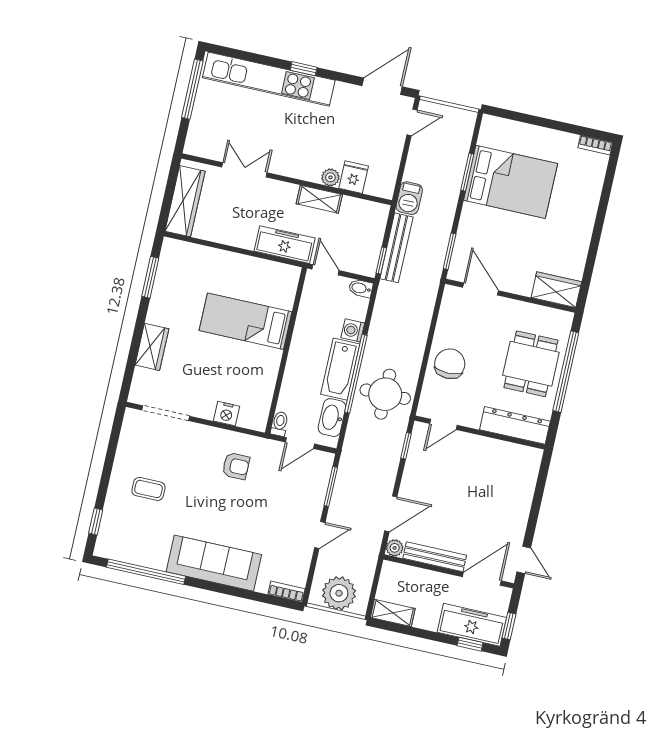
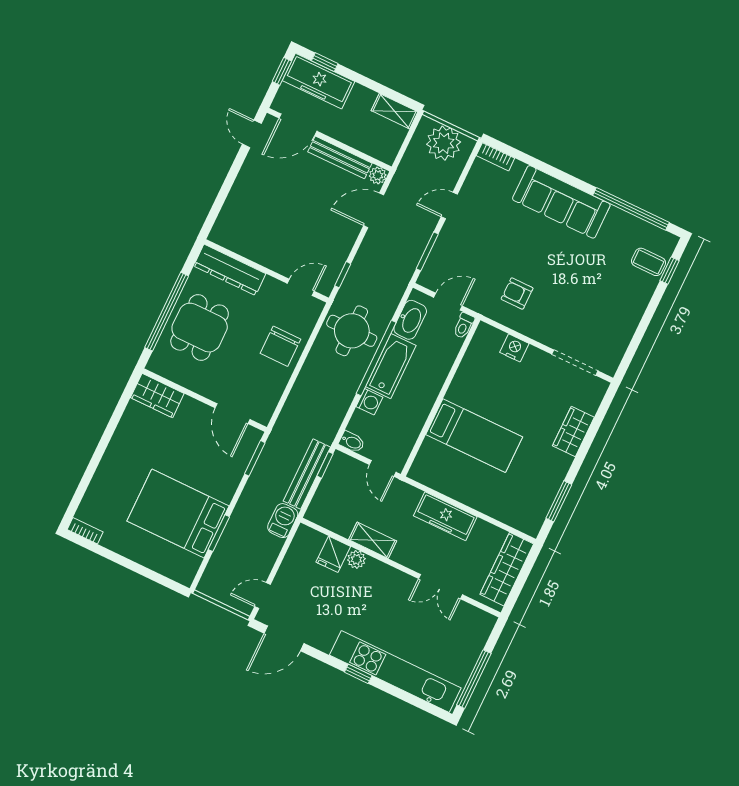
freezer: (285, 245) -> (445, 516), moved
coffee table: (148, 489) -> (648, 262), moved

